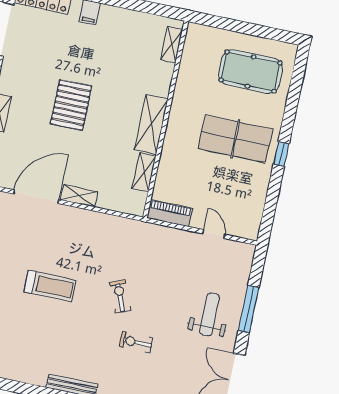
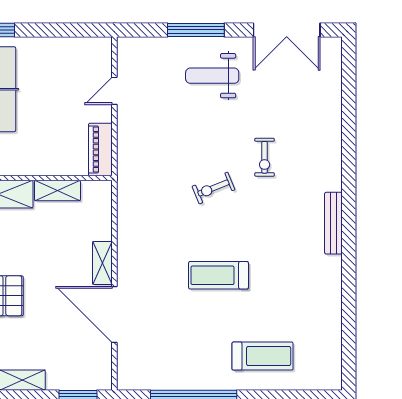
treadmill: (50, 286) -> (218, 275), turned -90

